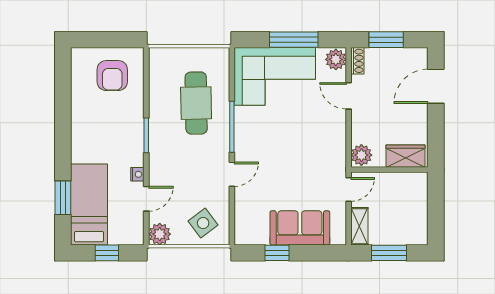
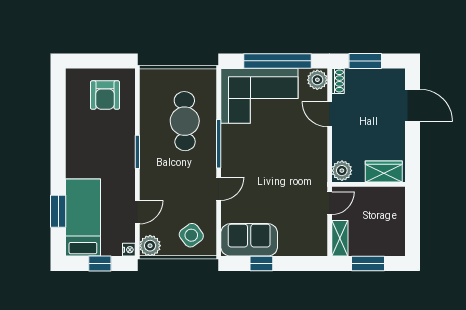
window: (294, 40) -> (277, 61), width x1.46
door: (436, 86) -> (412, 105), swing flipped
nightstand: (137, 174) -> (129, 250), moved
sofa: (300, 228) -> (249, 240), moved

